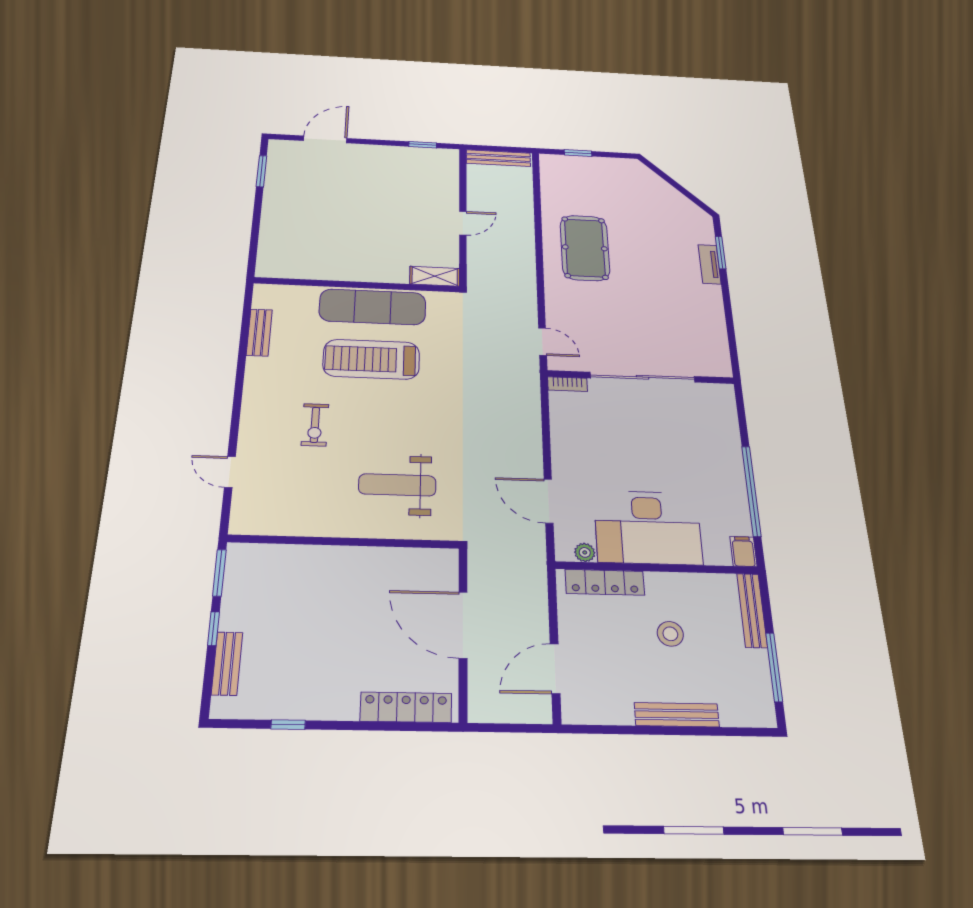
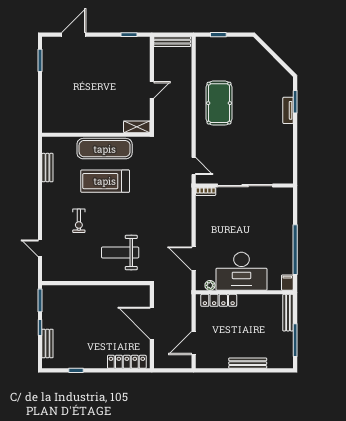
stool: (670, 634) -> (248, 325), removed

